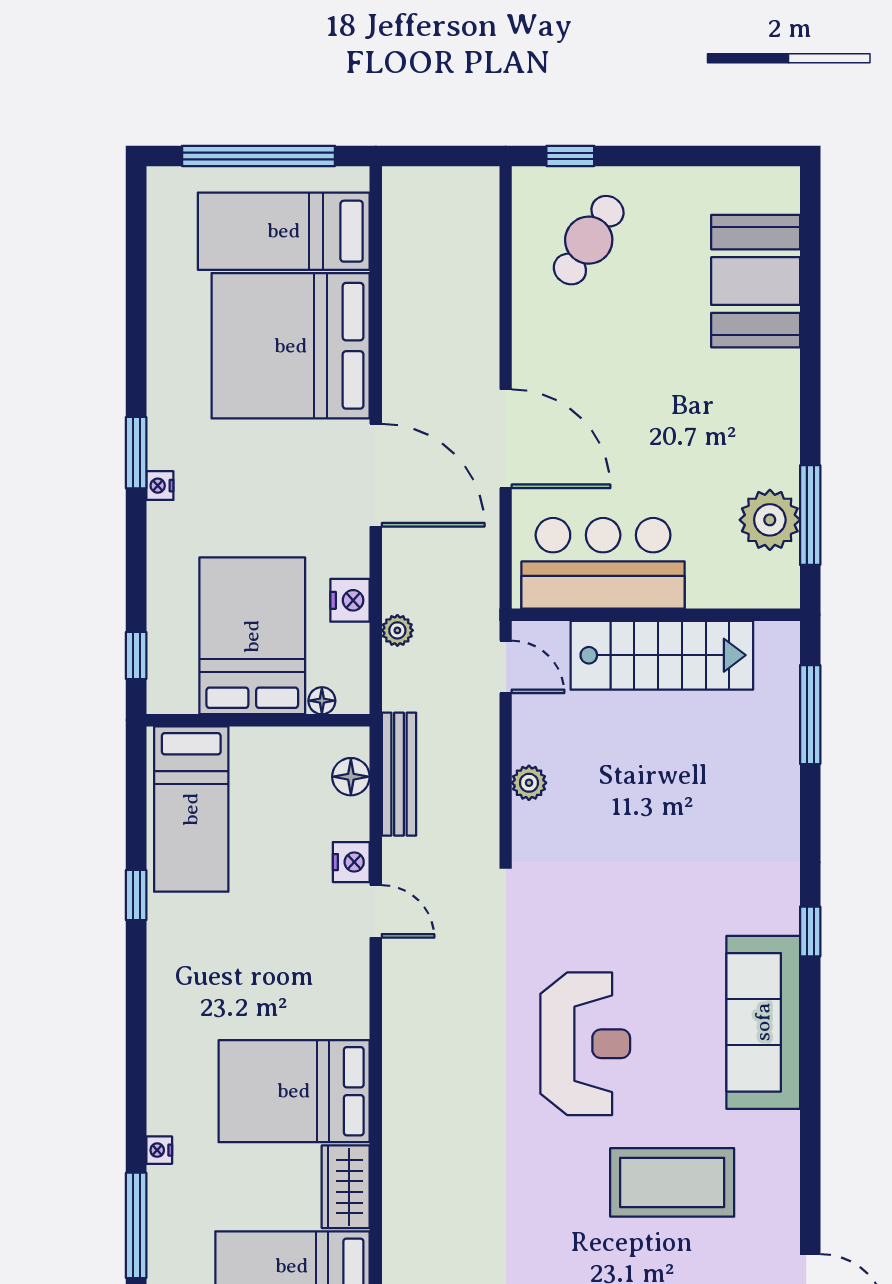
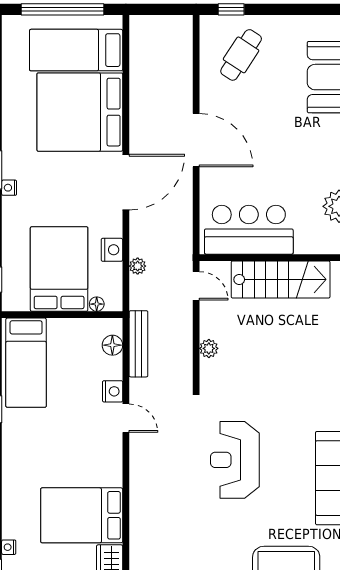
door: (506, 439) -> (196, 140), moved
door: (376, 475) -> (126, 182), hinge flipped
reception desk: (585, 1044) -> (235, 460), moved, turned 180

